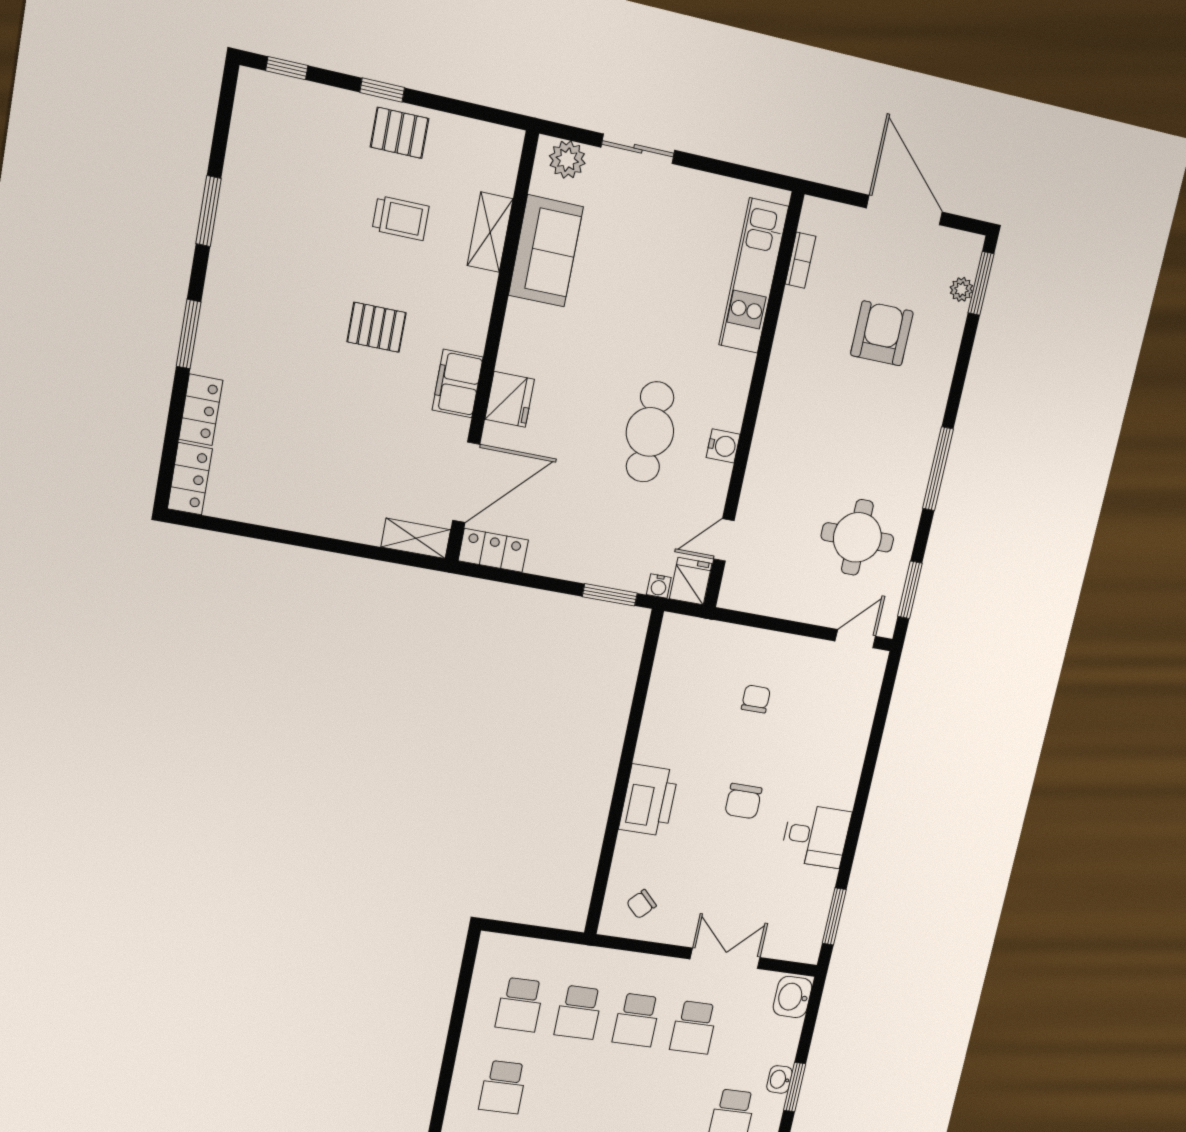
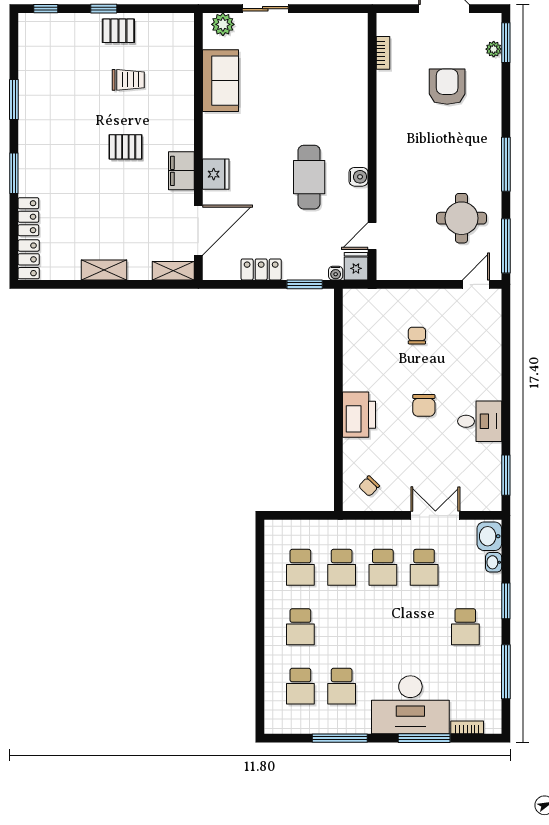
shelving: (490, 232) -> (104, 270), moved, turned 90
kitchen unit: (754, 276) -> (355, 69), removed
locker: (493, 550) -> (261, 269), moved
window: (910, 590) -> (506, 246), width x1.44
washbasin: (779, 1079) -> (494, 562), moved

